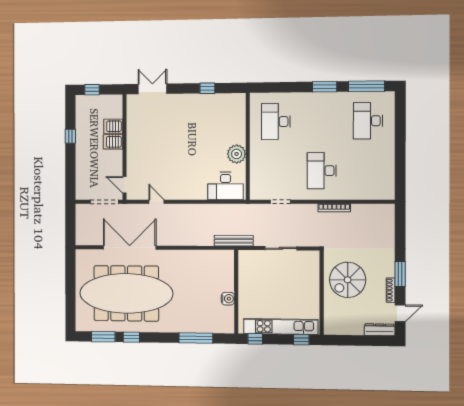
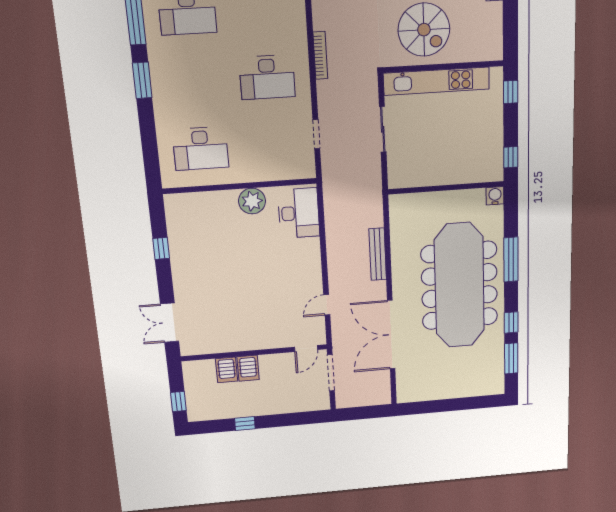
bench: (234, 241) -> (378, 254), moved
meeting table: (126, 293) -> (459, 286), moved
water cooler: (228, 299) -> (495, 196), moved
kitchen unit: (281, 327) -> (437, 81), moved, turned -90
window: (196, 338) -> (511, 260), moved

